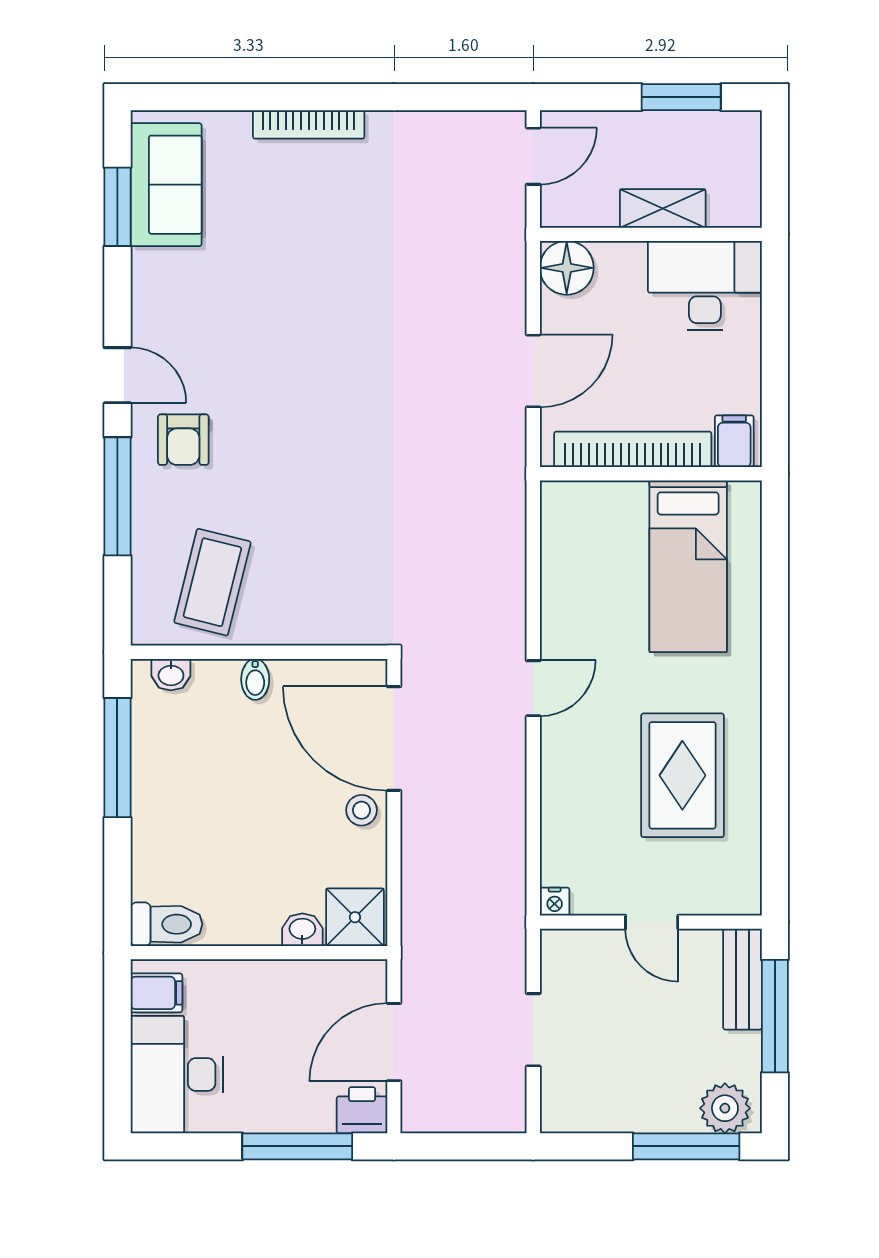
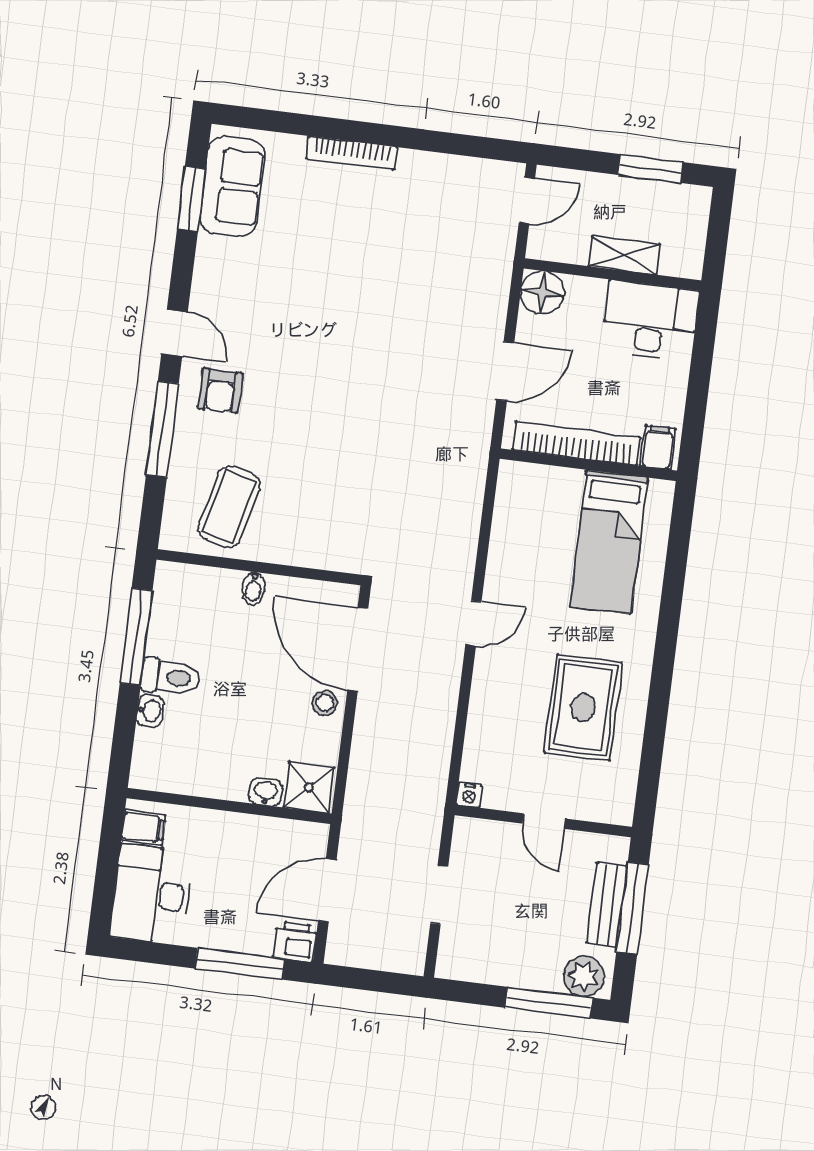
washbasin: (171, 675) -> (150, 711), moved, turned -90
toilet: (167, 924) -> (171, 677), moved
bench: (743, 979) -> (607, 905), moved

